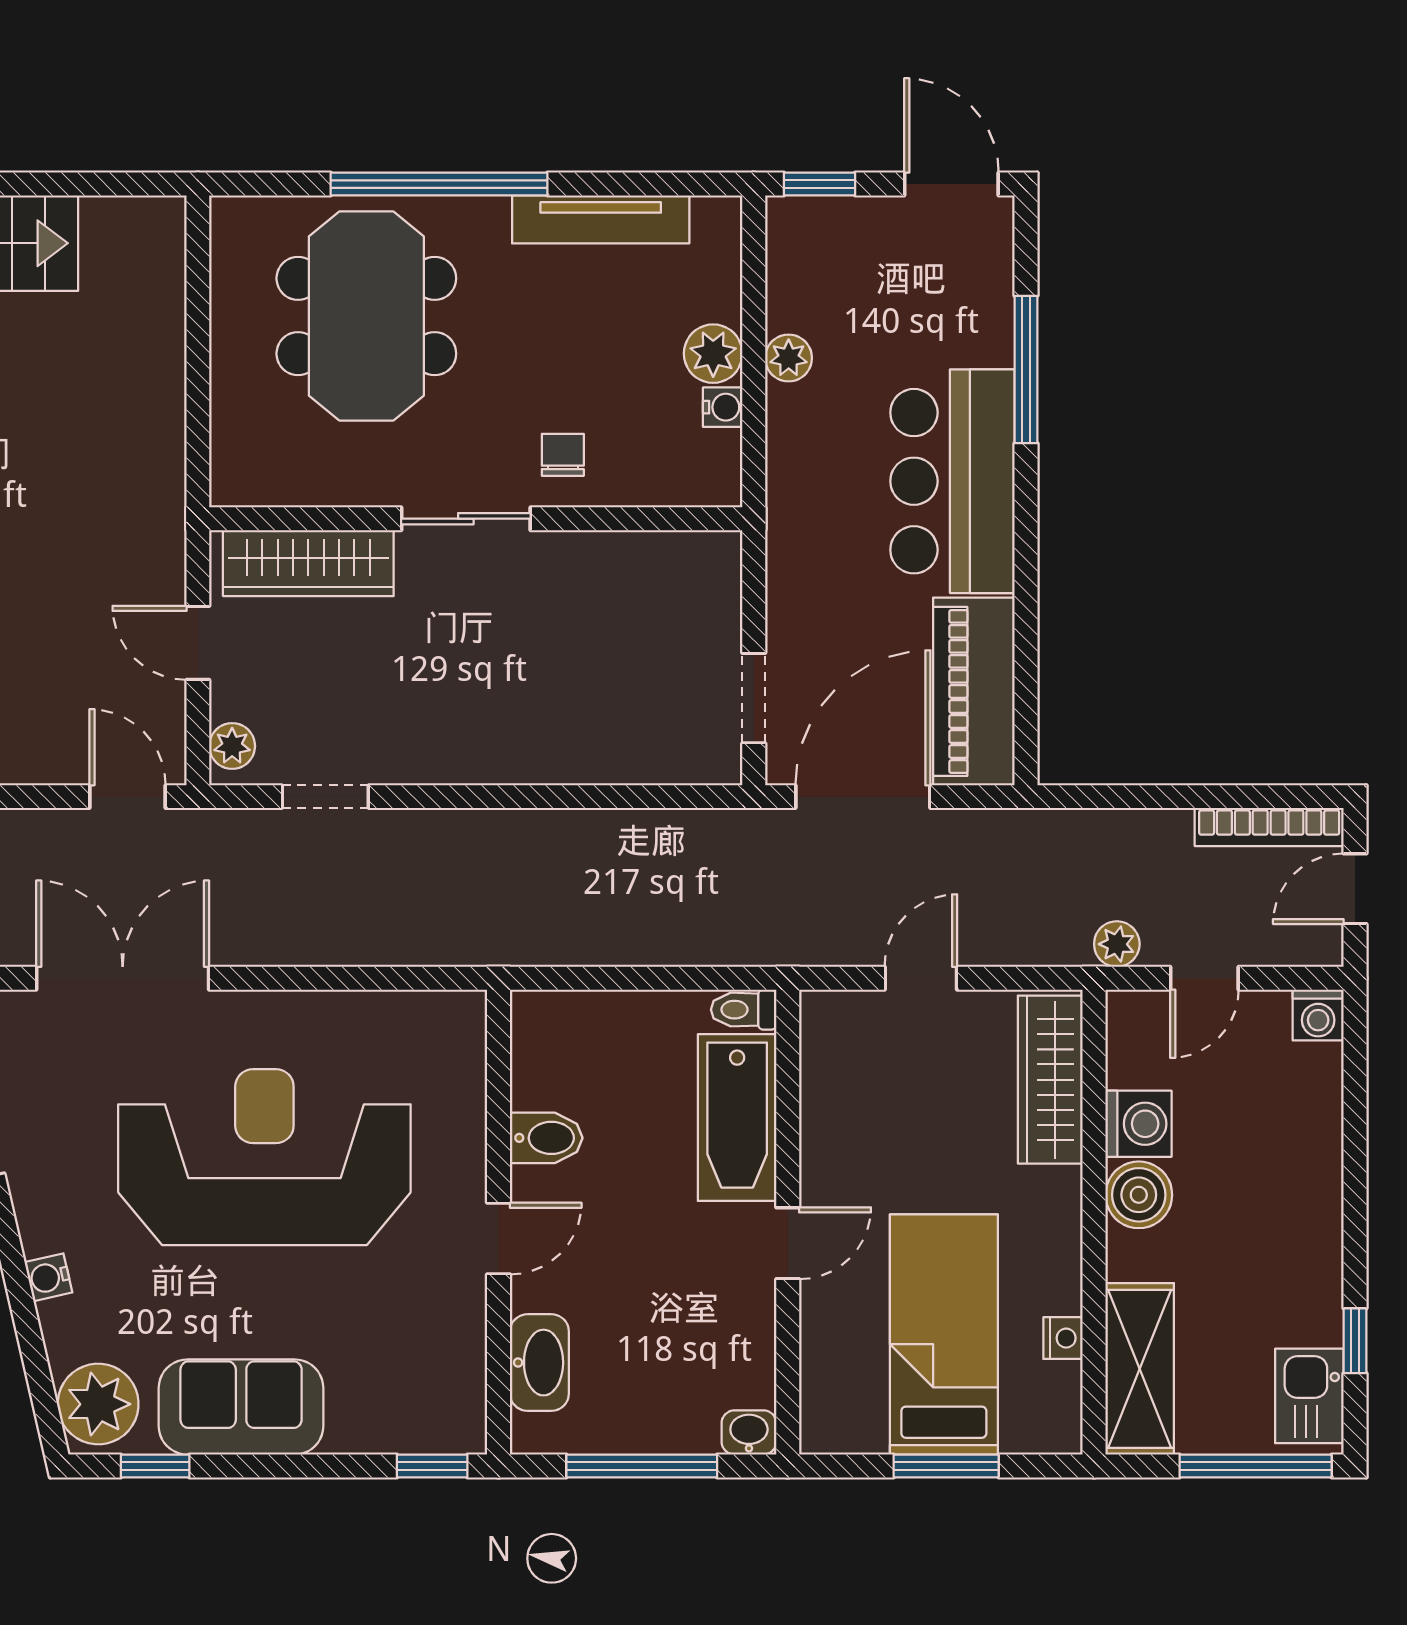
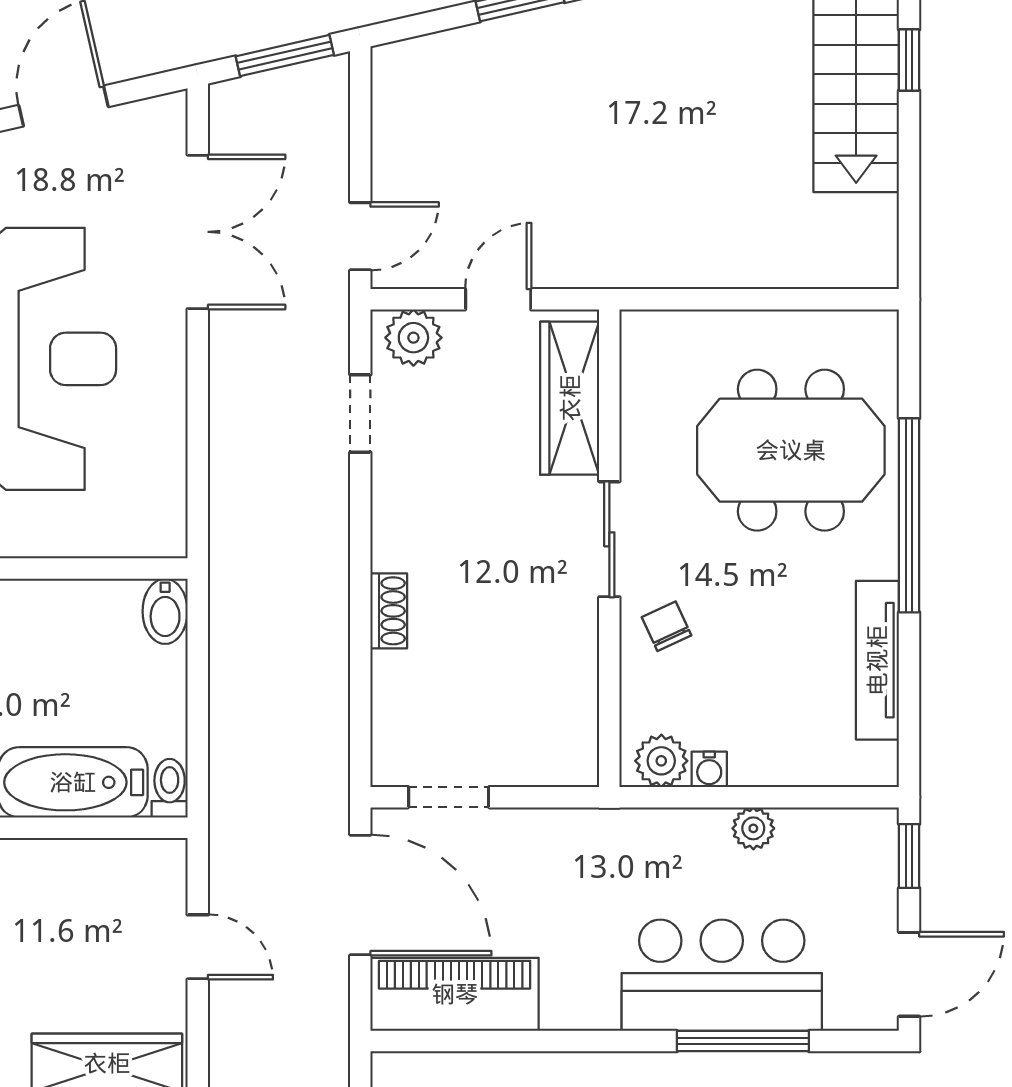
plant: (713, 354) -> (661, 761), moved
chair: (563, 455) -> (667, 626), turned -115
bar counter: (952, 481) -> (722, 975), moved
plant: (232, 746) -> (413, 338), width x1.38, depth x1.38
shoe rack: (546, 765) -> (389, 611), added
bidet: (546, 1138) -> (165, 611), moved

